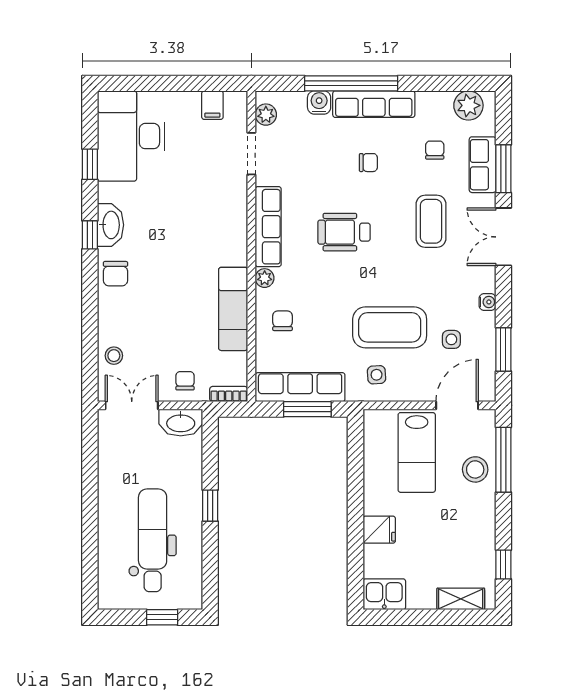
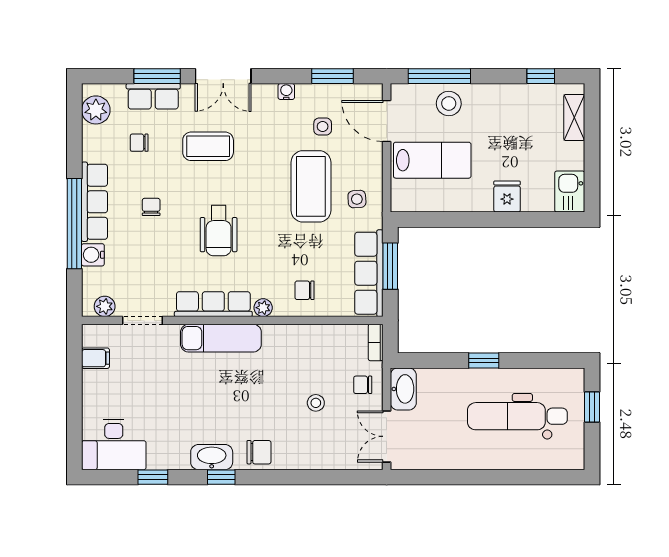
desk: (131, 136) -> (114, 445), width x0.73, depth x0.77
exam couch: (233, 309) -> (221, 338), moved
stool: (114, 356) -> (316, 403), moved

